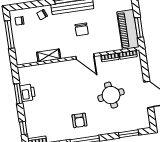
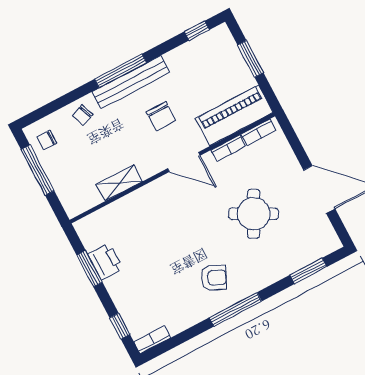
window: (139, 27) -> (250, 59), moved
piano: (128, 30) -> (234, 116), moved, turned 90
round table: (111, 95) -> (254, 214), turned 37
armchair: (79, 120) -> (214, 278), turned -66

